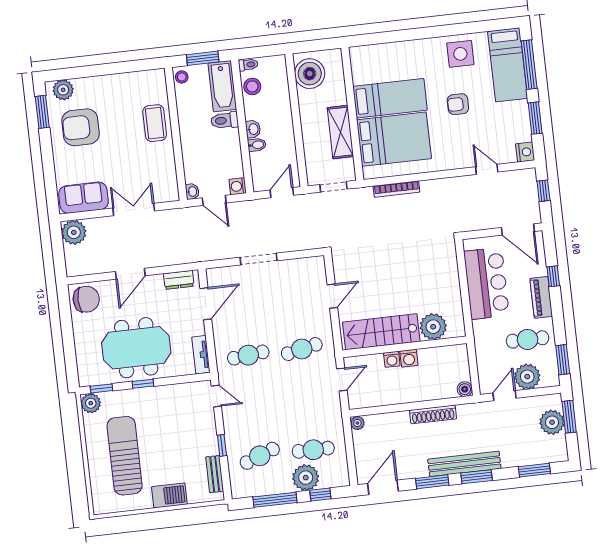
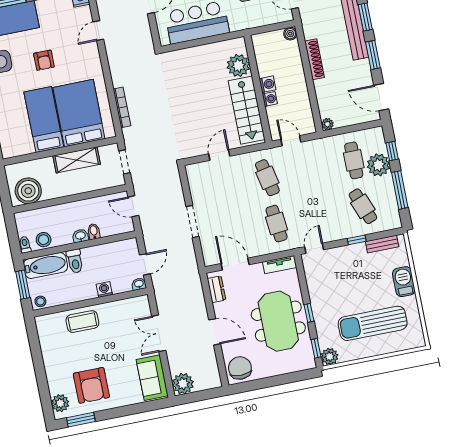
washing machine: (238, 186) -> (104, 289), moved, turned 180
door: (332, 296) -> (219, 155), hinge flipped

